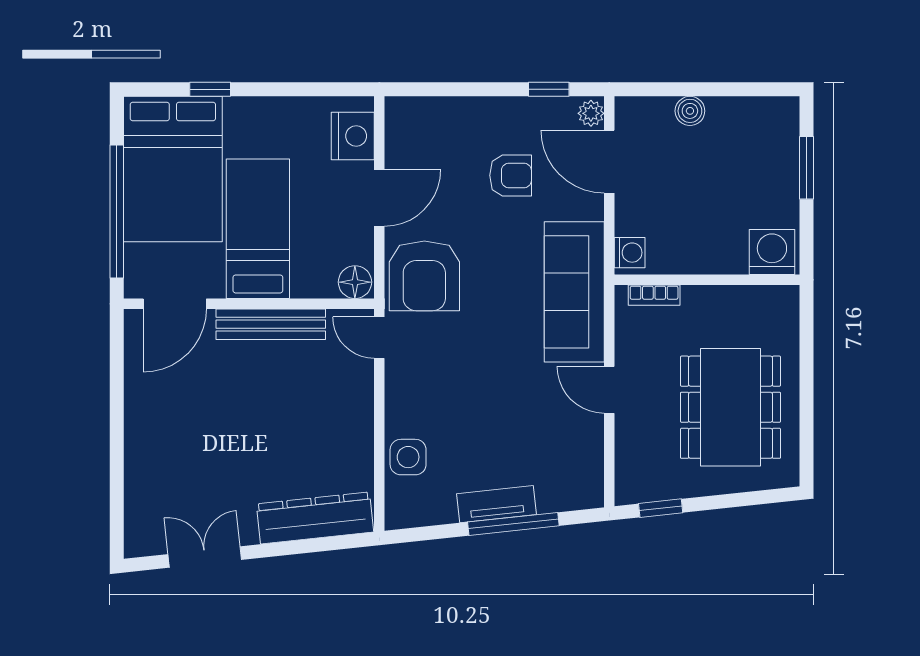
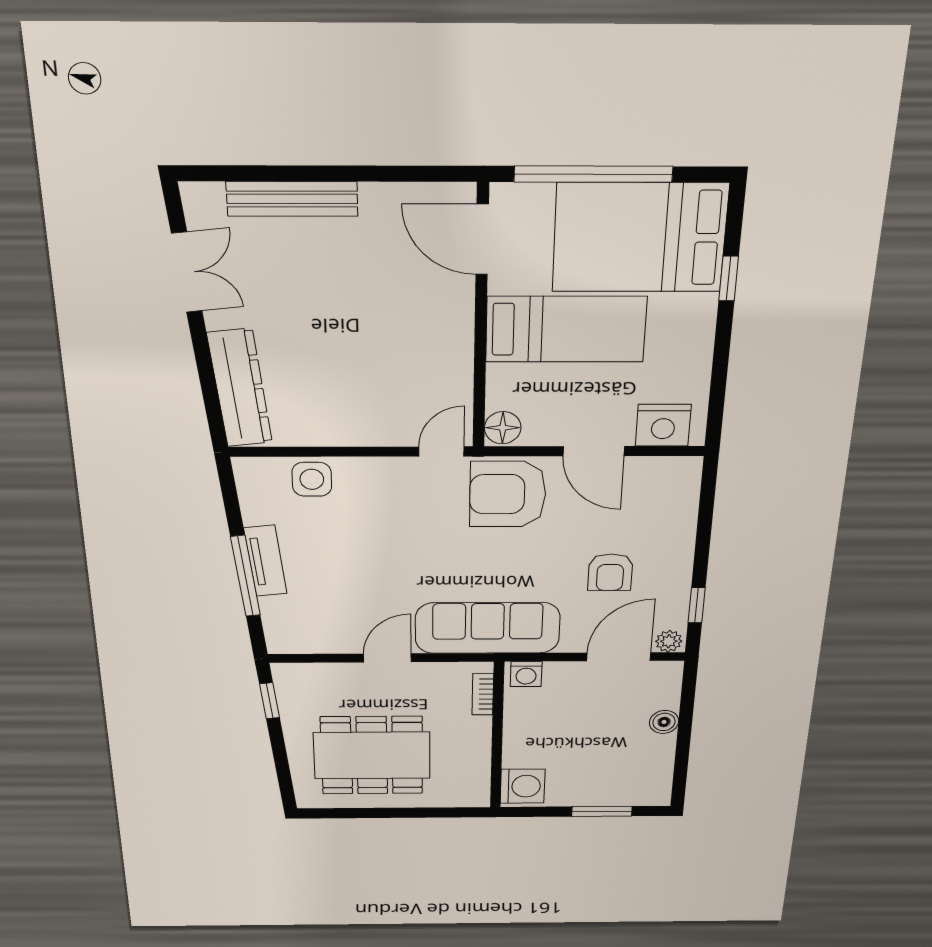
bench: (271, 324) -> (292, 199), moved, turned 90

